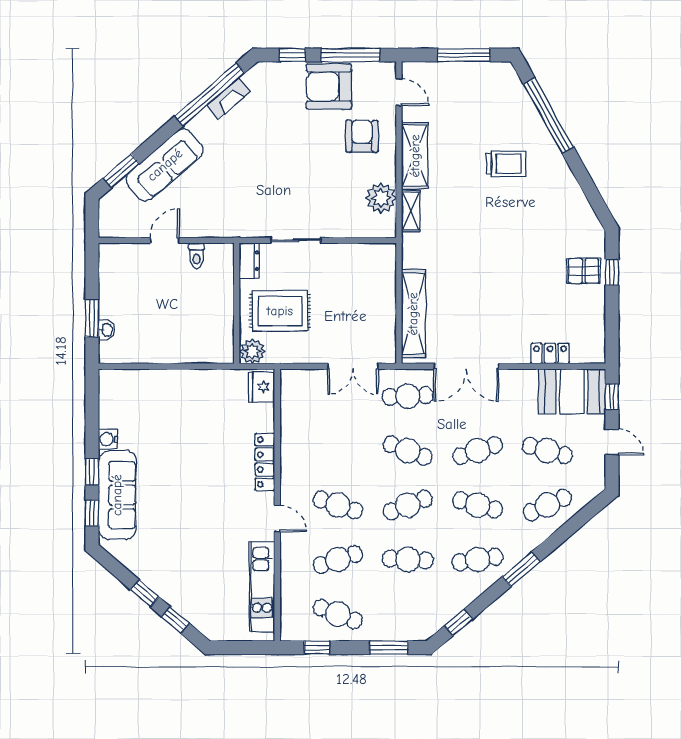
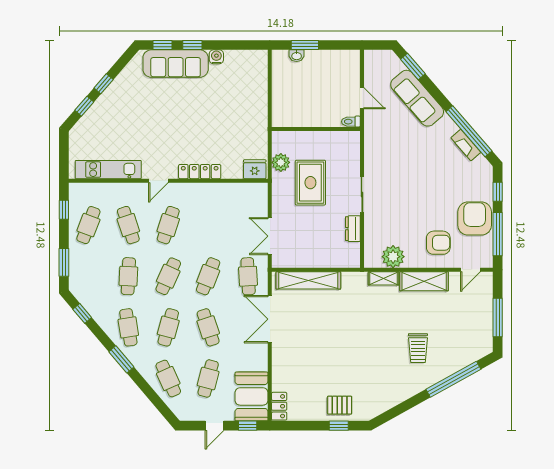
dresser: (249, 261) -> (353, 229), moved, turned 90
pallet: (584, 271) -> (340, 405), turned 90
wall: (237, 303) -> (316, 129), moved
locker: (550, 354) -> (279, 406), moved
cafe table: (408, 505) -> (168, 276), turned 45

